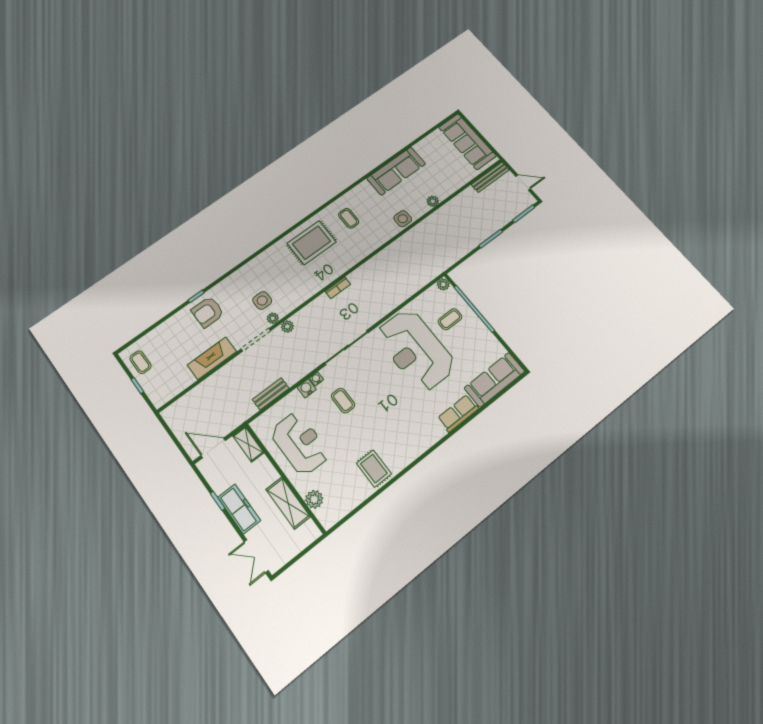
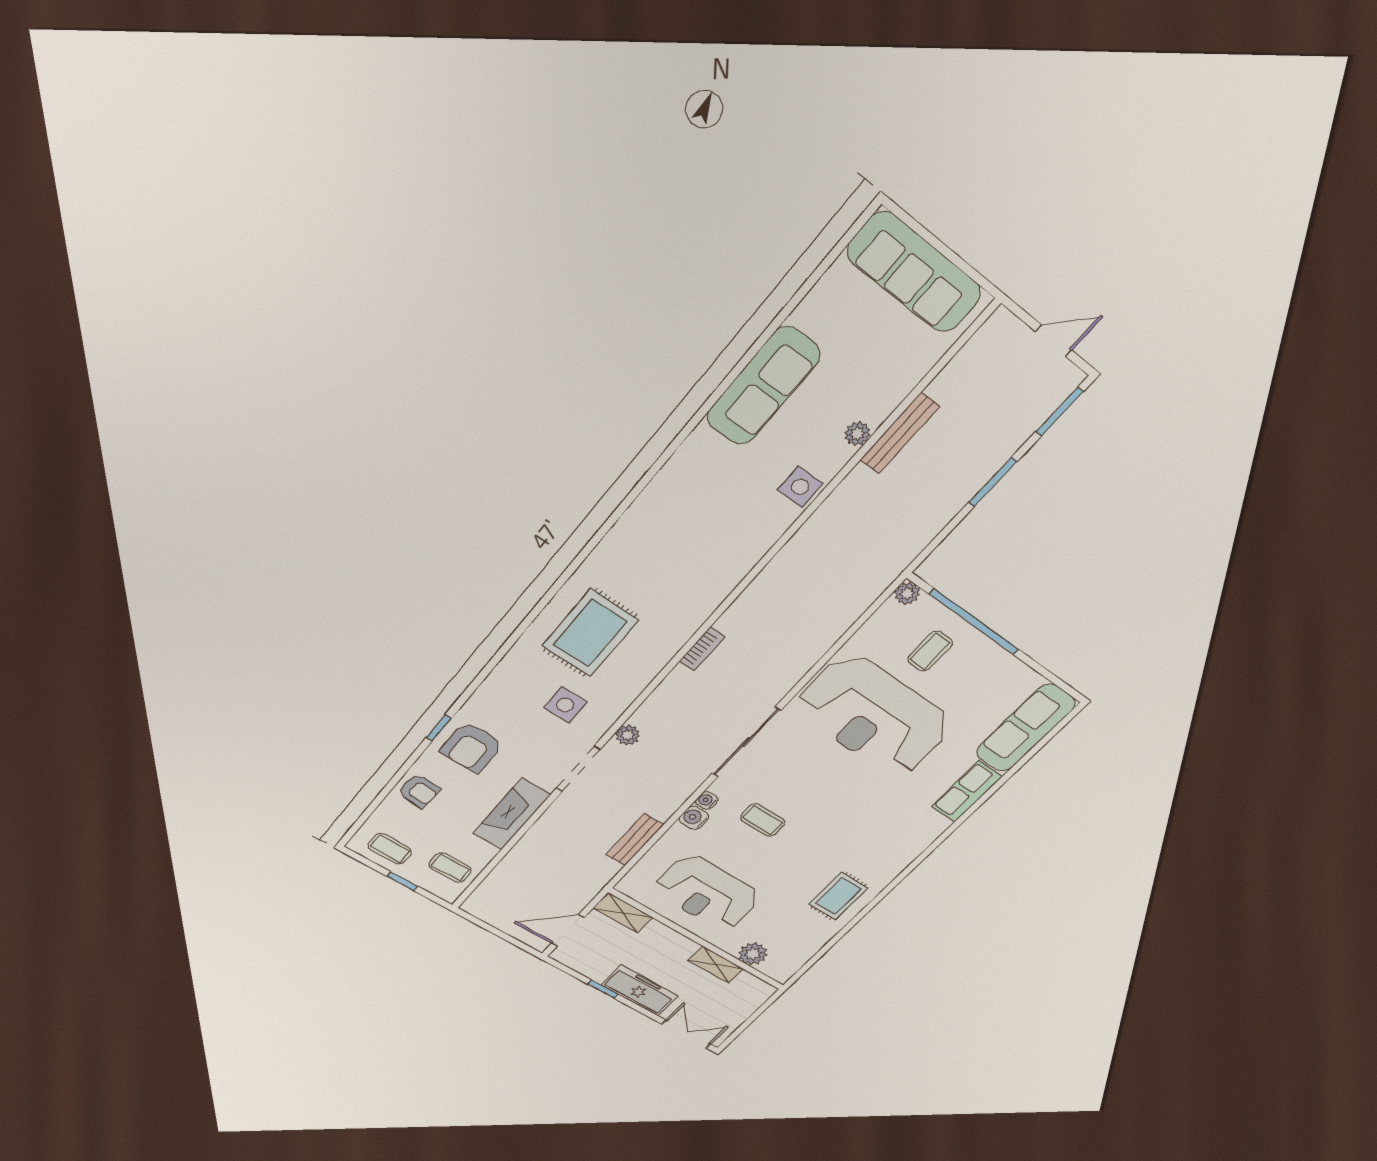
bench: (490, 177) -> (900, 433), moved
coffee table: (349, 218) -> (450, 868), moved
rug: (312, 243) -> (590, 633), moved
plant: (273, 318) -> (596, 729), removed
armchair: (171, 330) -> (419, 791), added
reception desk: (300, 443) -> (707, 893), turned 180
rug: (374, 469) -> (838, 896), turned 90
shelving: (288, 503) -> (716, 965), width x0.67, depth x0.75
double door: (256, 556) -> (686, 1034), swing flipped

